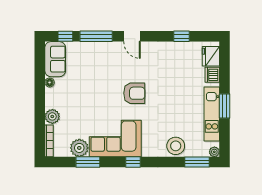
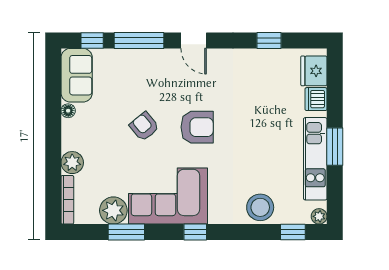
armchair: (100, 93) -> (144, 126), added
window: (197, 162) -> (293, 232), width x0.67

